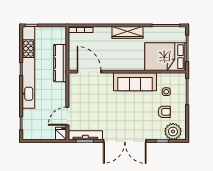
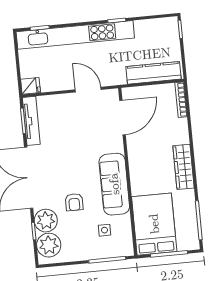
kitchen counter: (60, 63) -> (154, 73), moved
kitchen unit: (28, 67) -> (75, 35), moved
armchair: (164, 112) -> (74, 202), moved
door: (67, 116) -> (88, 90), moved
plant: (156, 132) -> (46, 221), added

